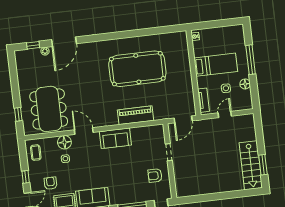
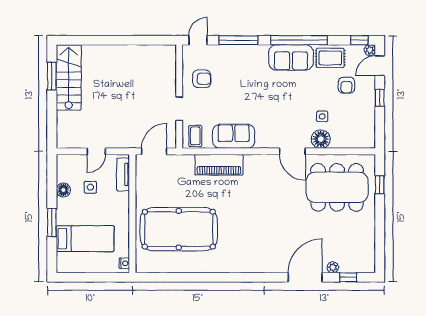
window: (251, 60) -> (52, 222), width x0.69
bed: (216, 65) -> (85, 239), moved, turned 180
pool table: (137, 69) -> (179, 229), moved
dining table: (49, 109) -> (337, 187), turned 90
sofa: (115, 138) -> (234, 136), moved
coffee table: (36, 153) -> (195, 136), moved

